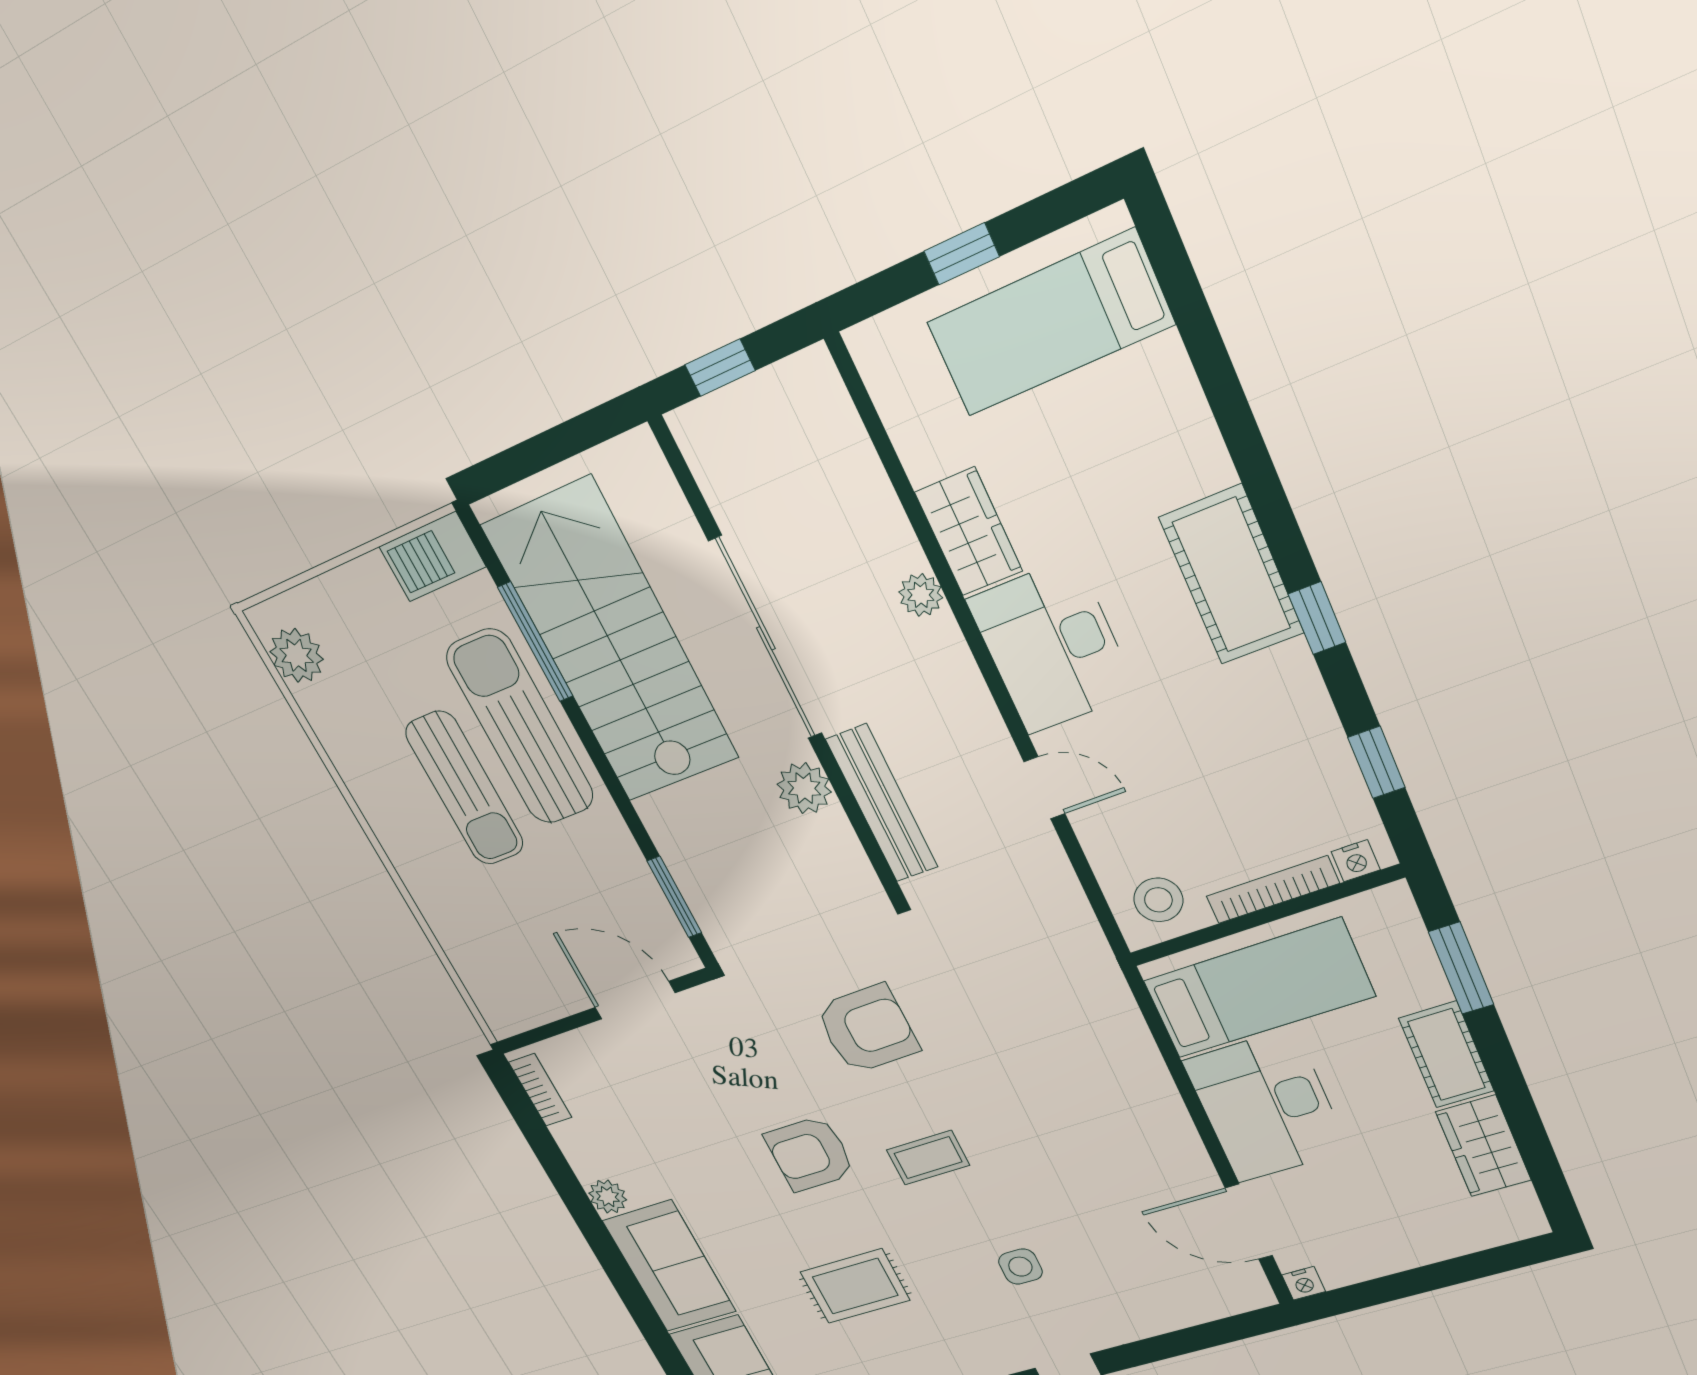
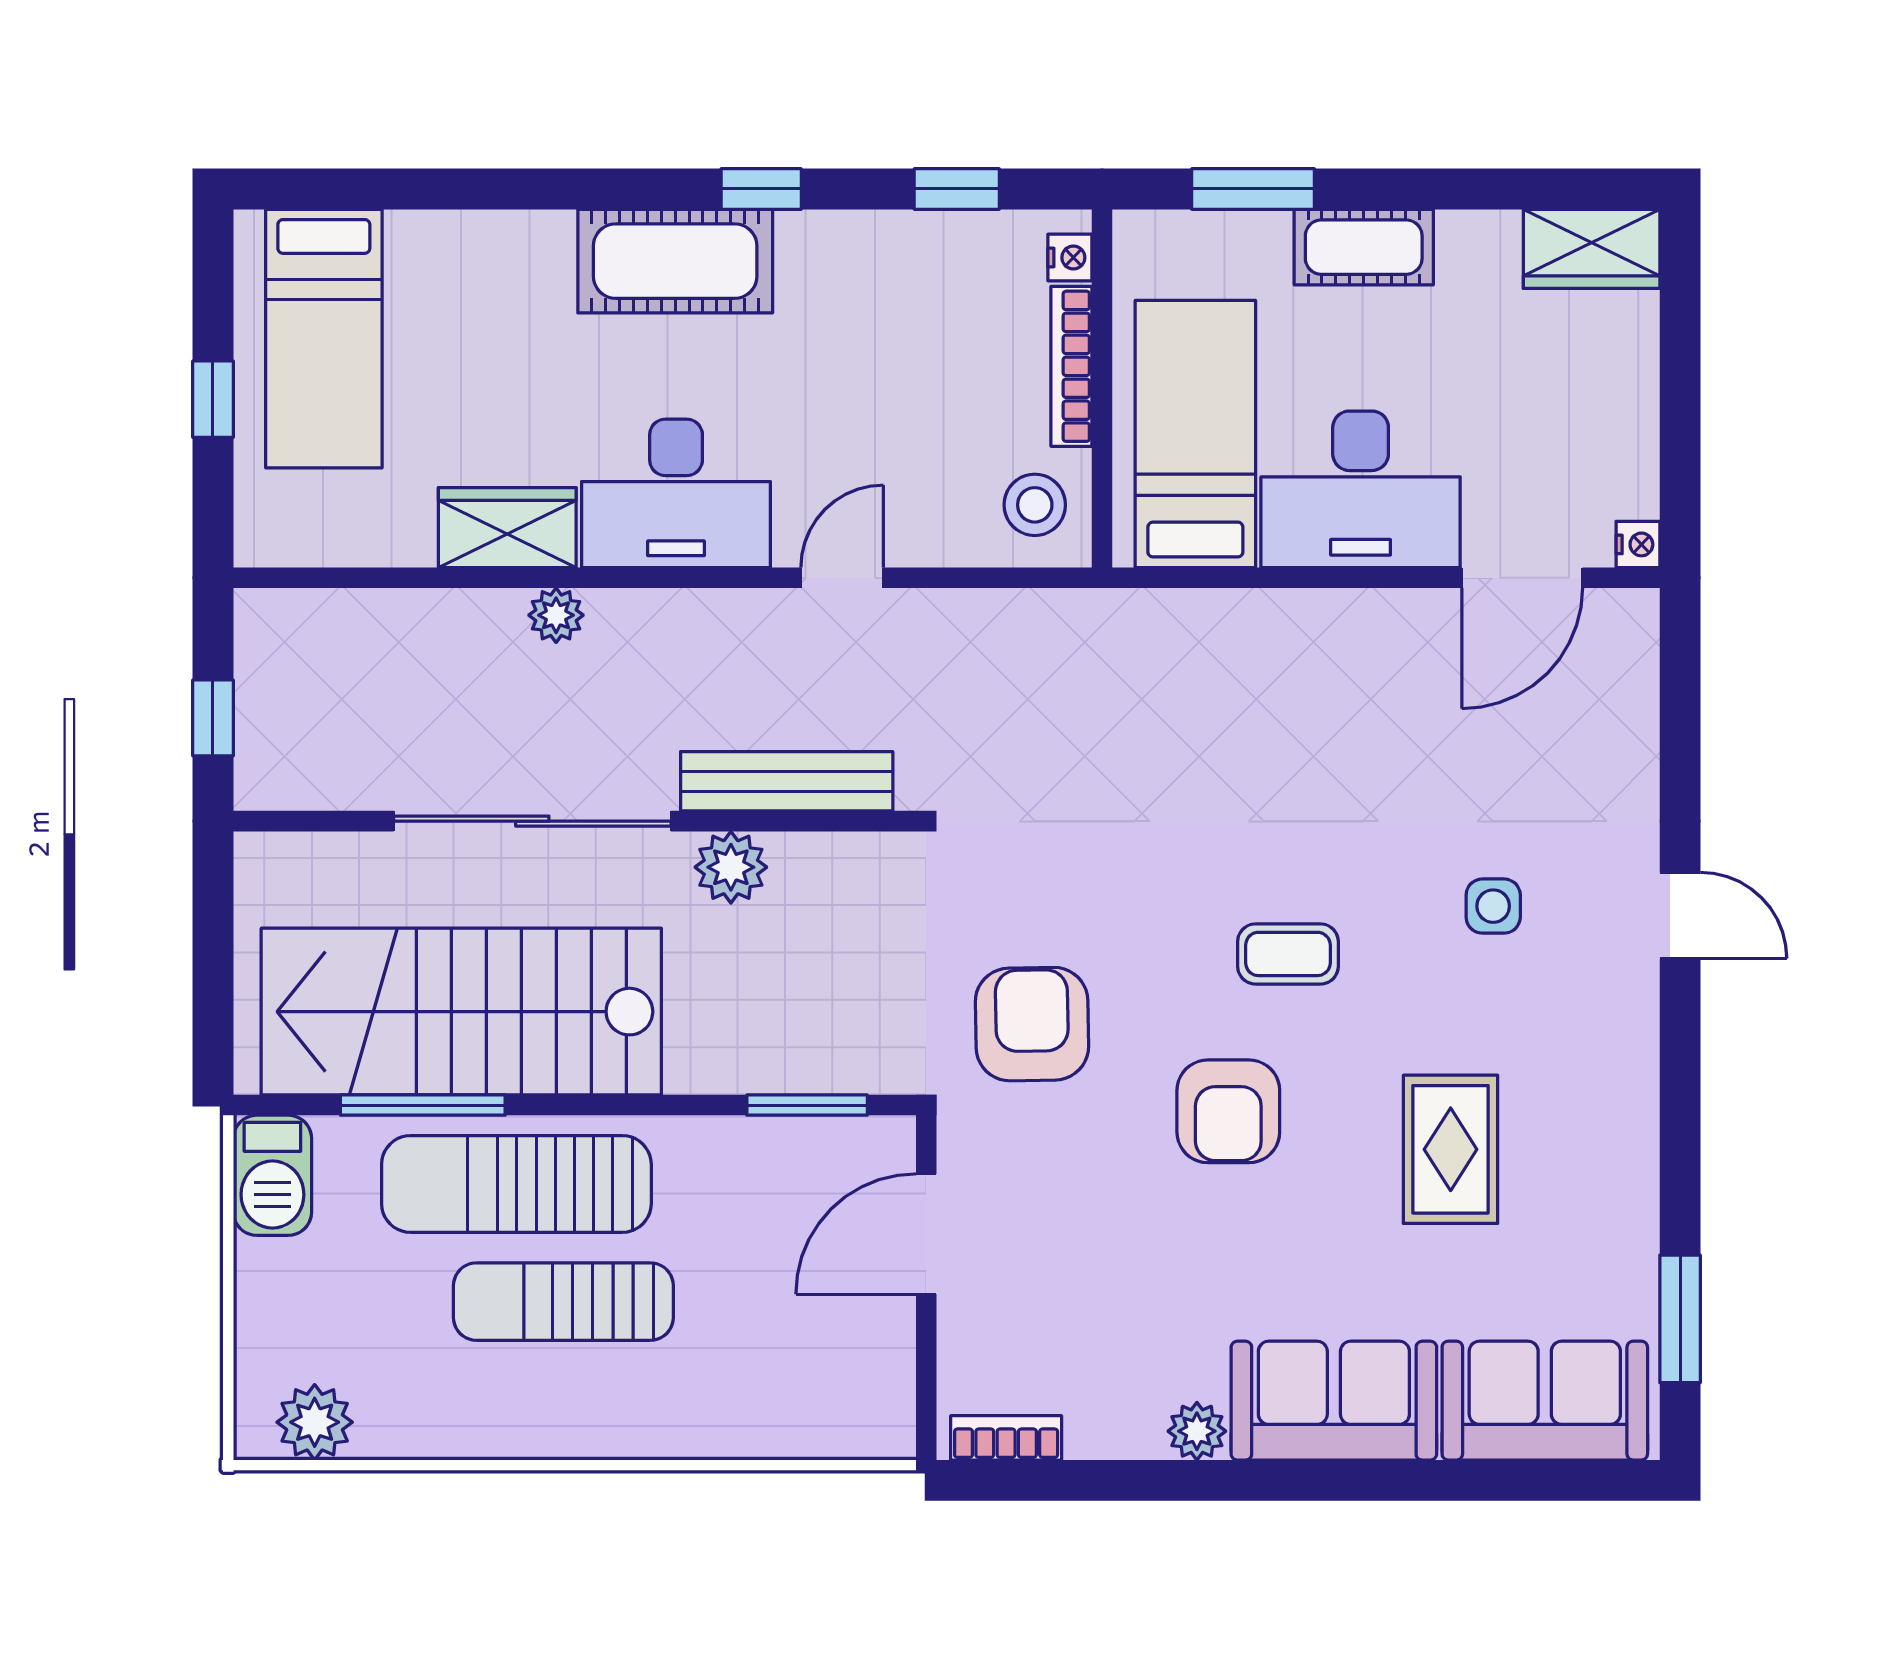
sun lounger: (465, 788) -> (563, 1302), turned 180
armchair: (867, 1029) -> (1032, 1024), moved
wardrobe: (1483, 1146) -> (1592, 249), moved
coffee table: (928, 1158) -> (1288, 954), turned 90

